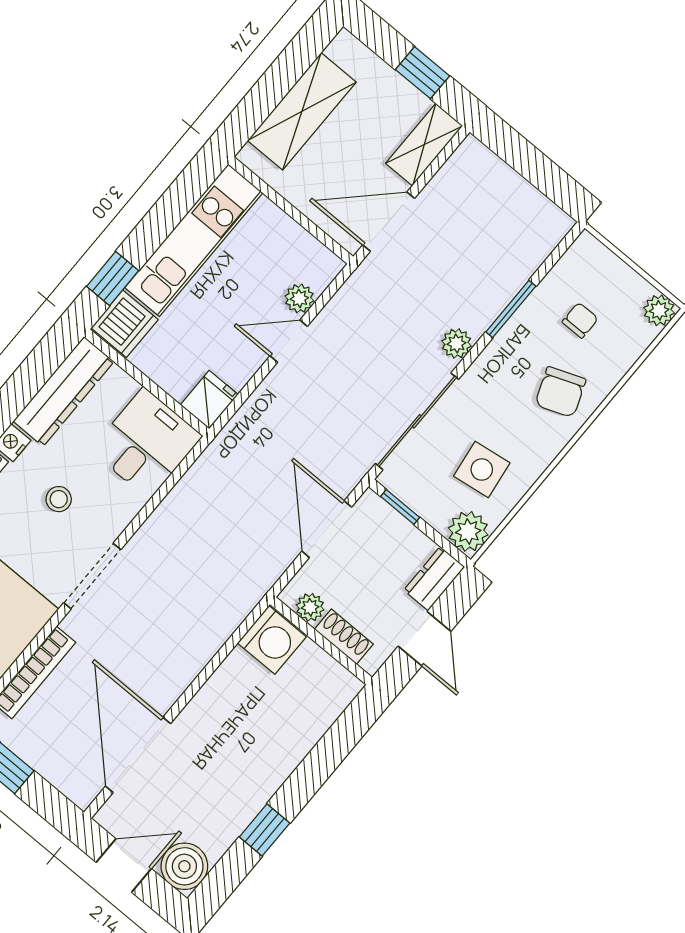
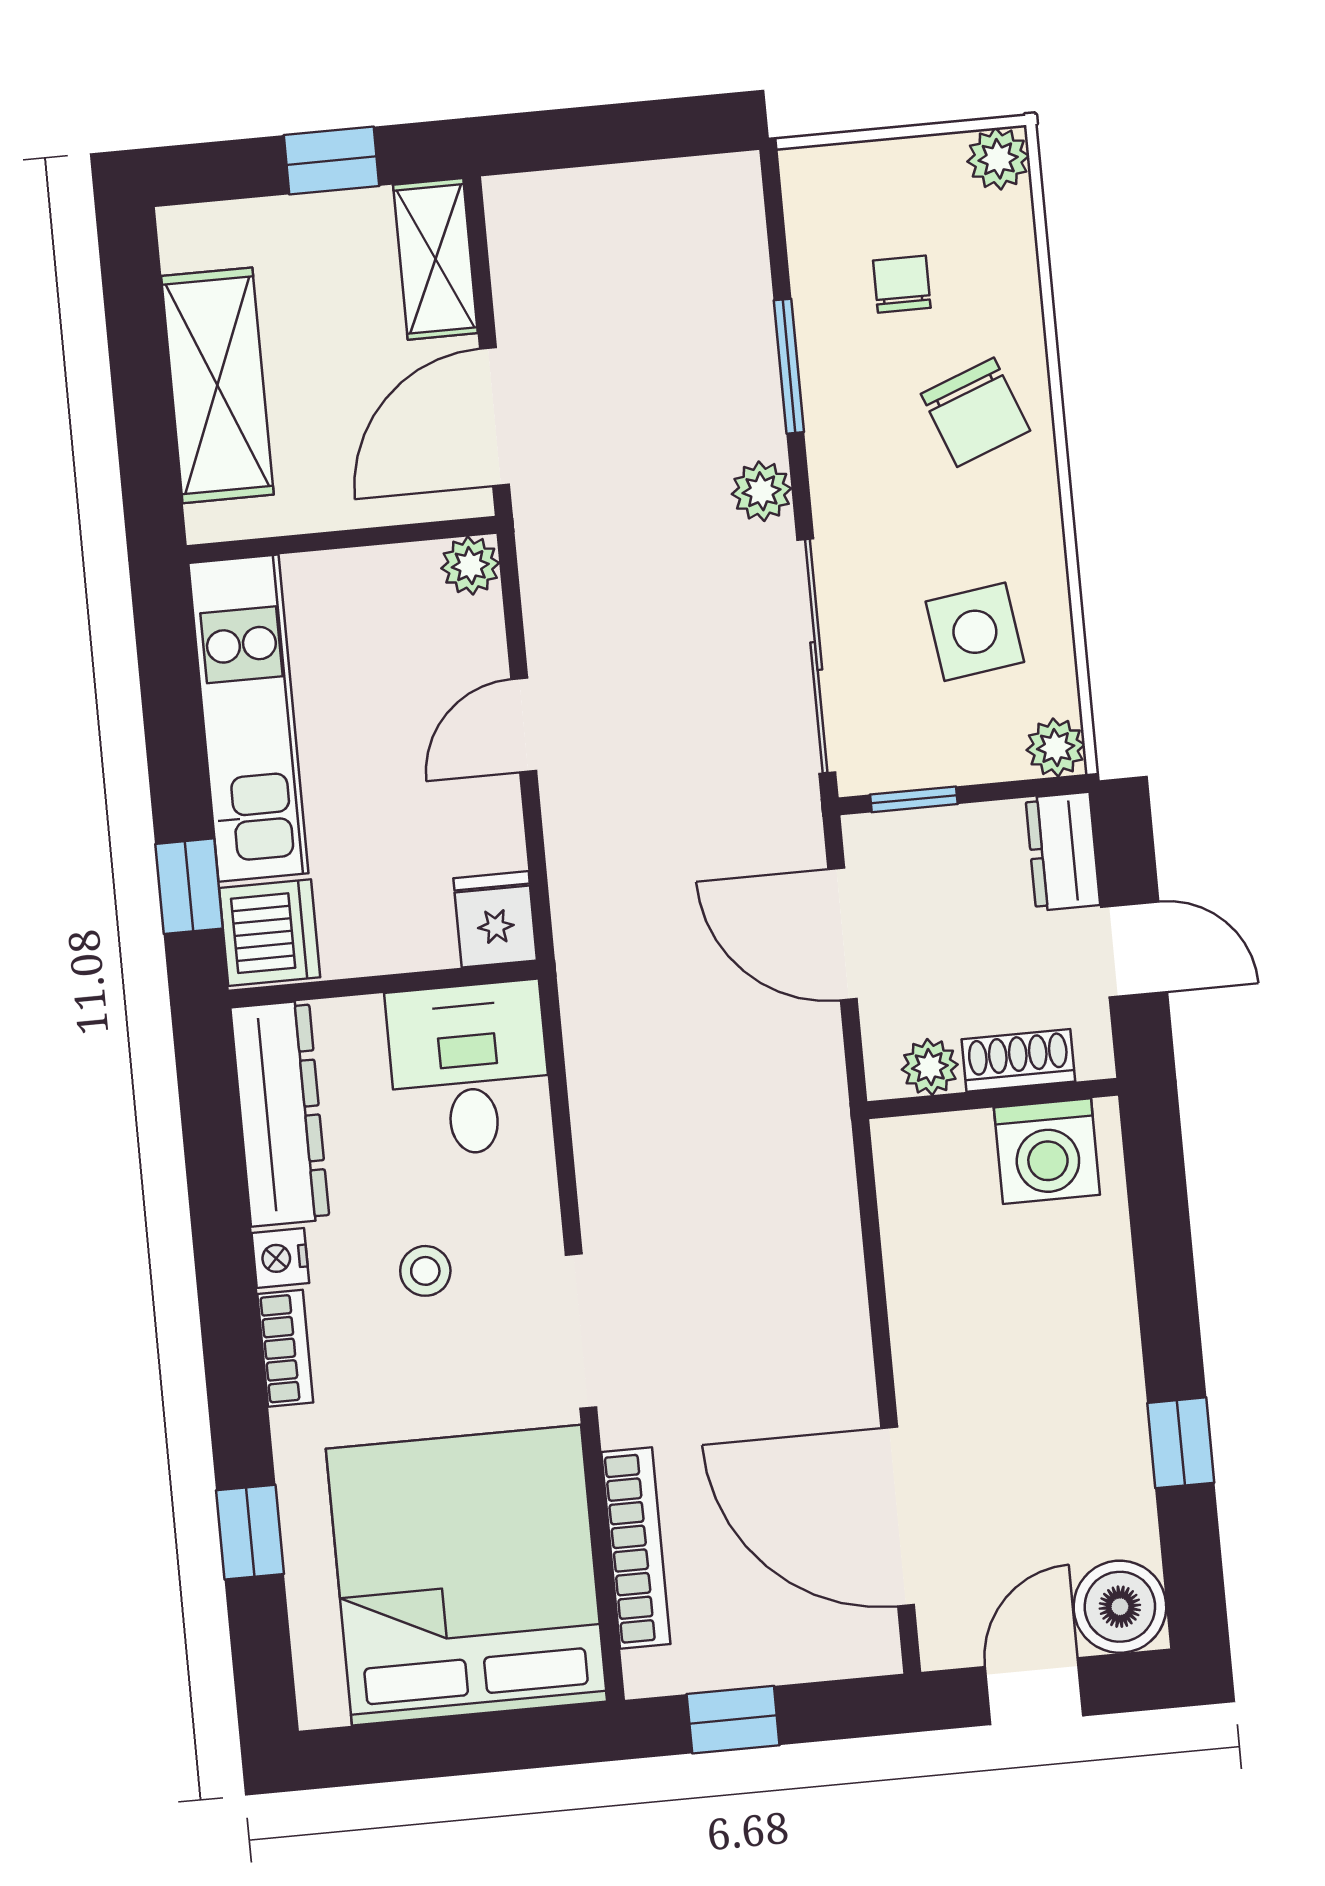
plant: (299, 298) -> (470, 566), moved
plant: (468, 531) -> (1056, 747), width x0.73, depth x0.73
washing machine: (272, 640) -> (1047, 1151), moved, turned 90

